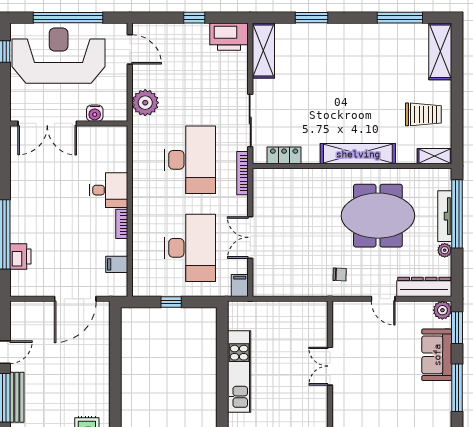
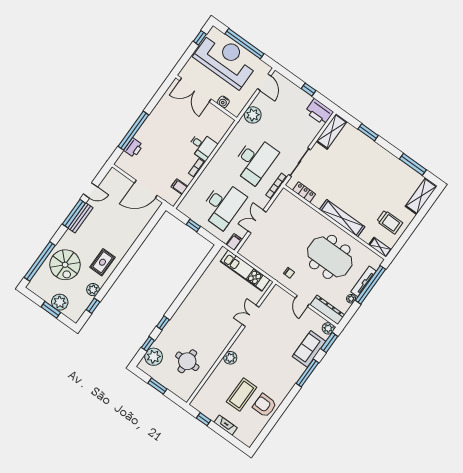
kitchen unit: (239, 371) -> (245, 271), moved, turned 90

